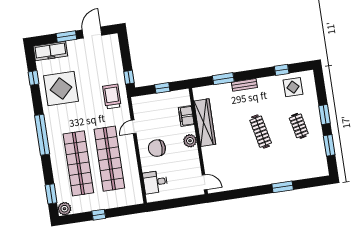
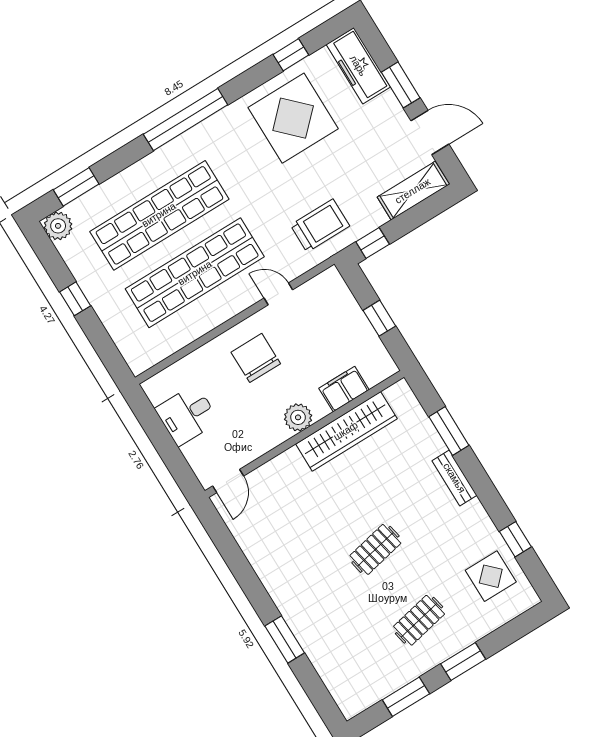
shelving: (114, 50) -> (413, 191), added
clothes rail: (261, 132) -> (375, 549), width x0.73
desk: (155, 182) -> (187, 415), moved, turned -90

